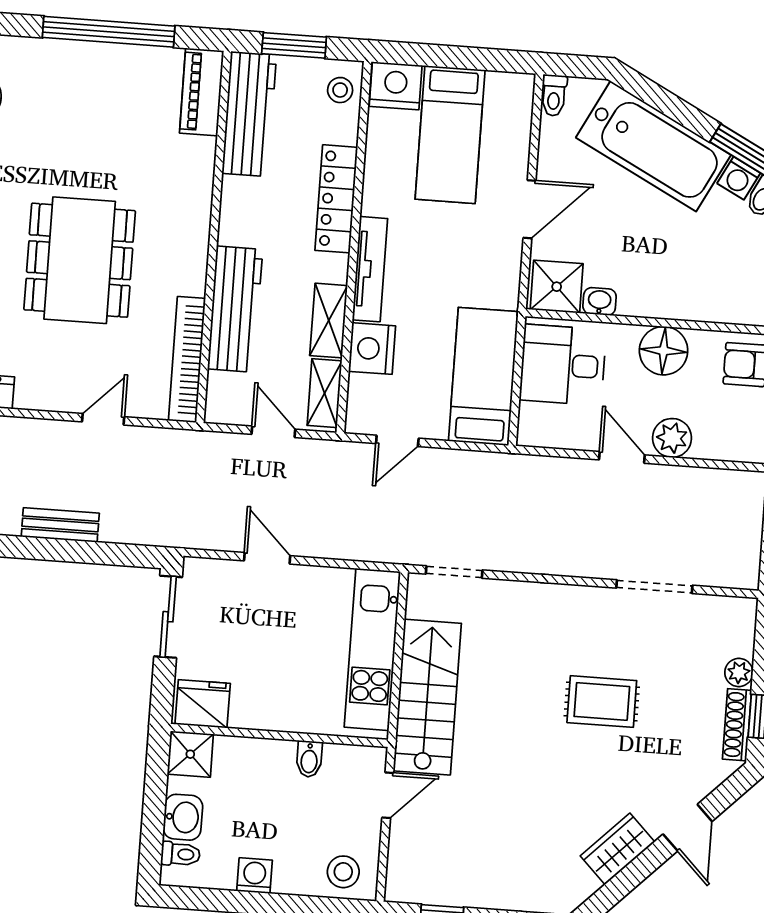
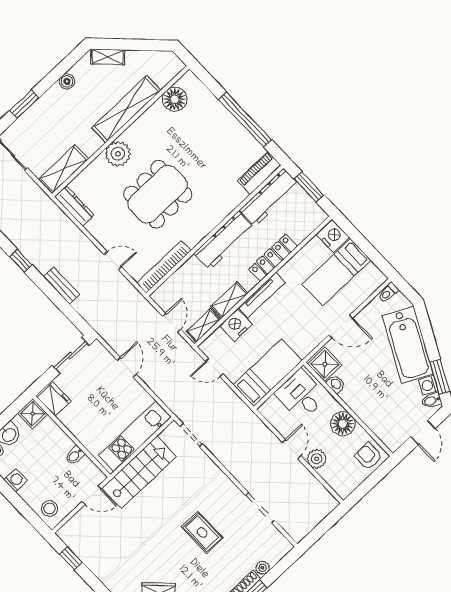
stool: (340, 90) -> (311, 219), removed
workbench: (235, 309) -> (224, 240), moved

